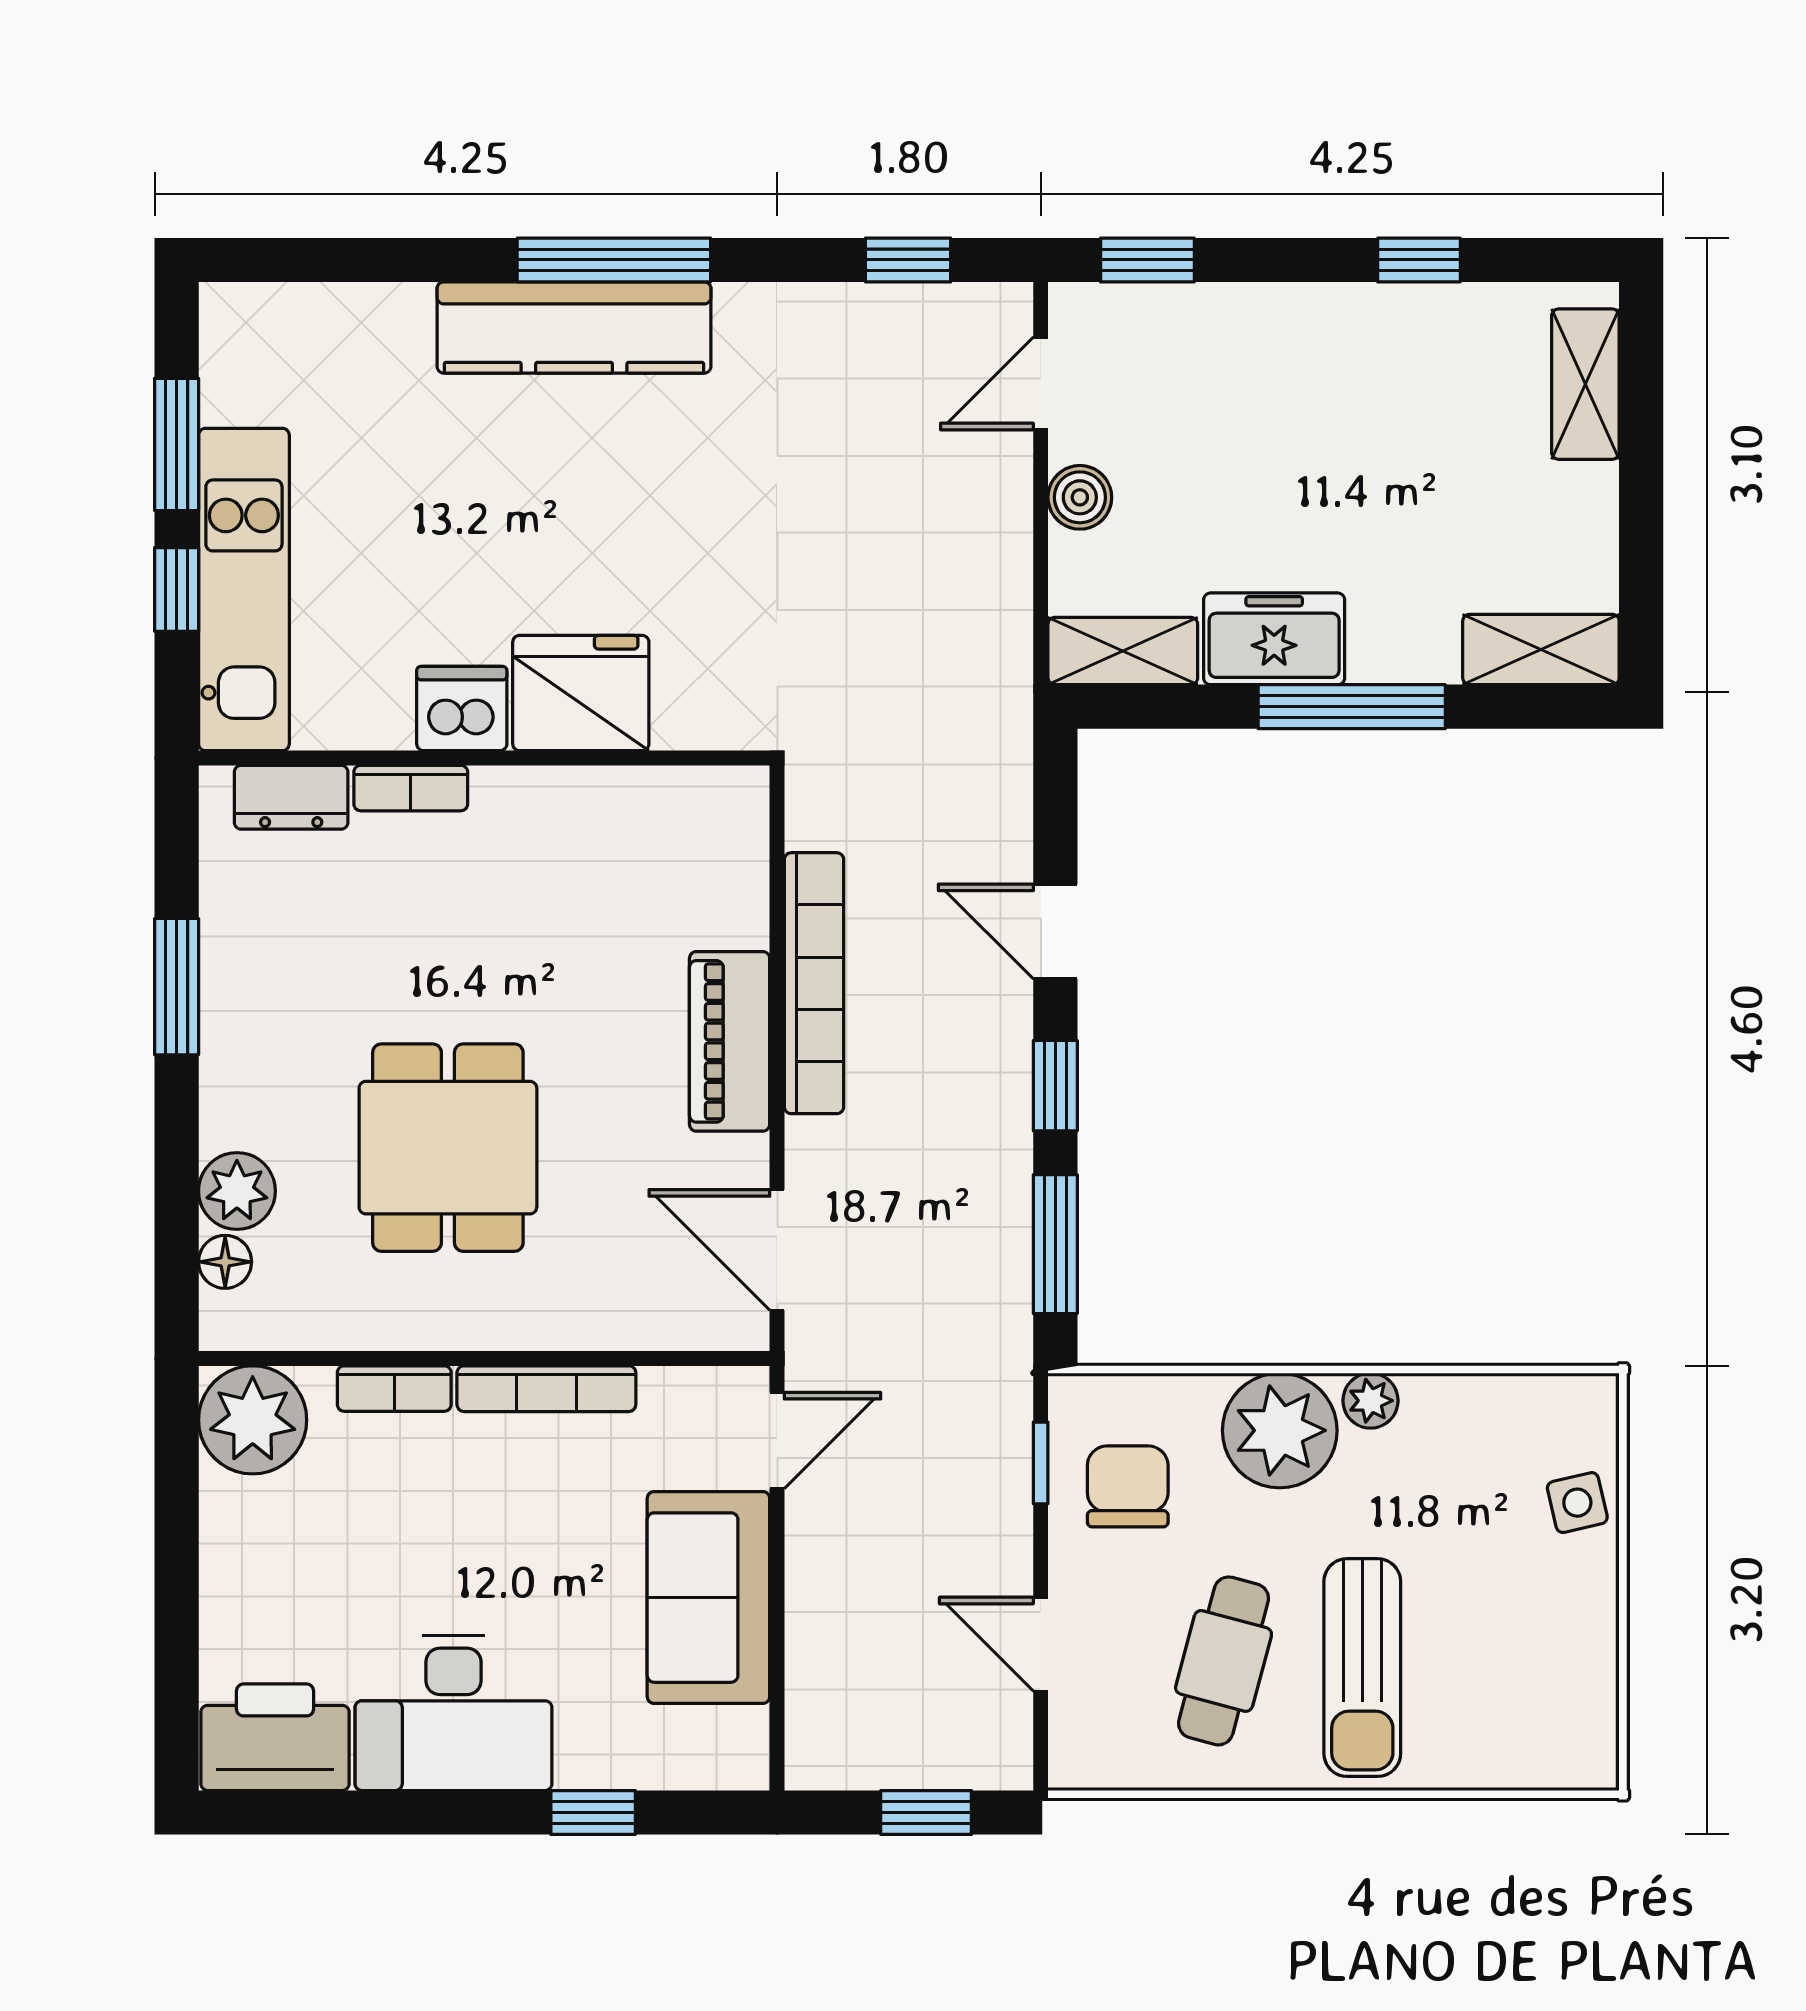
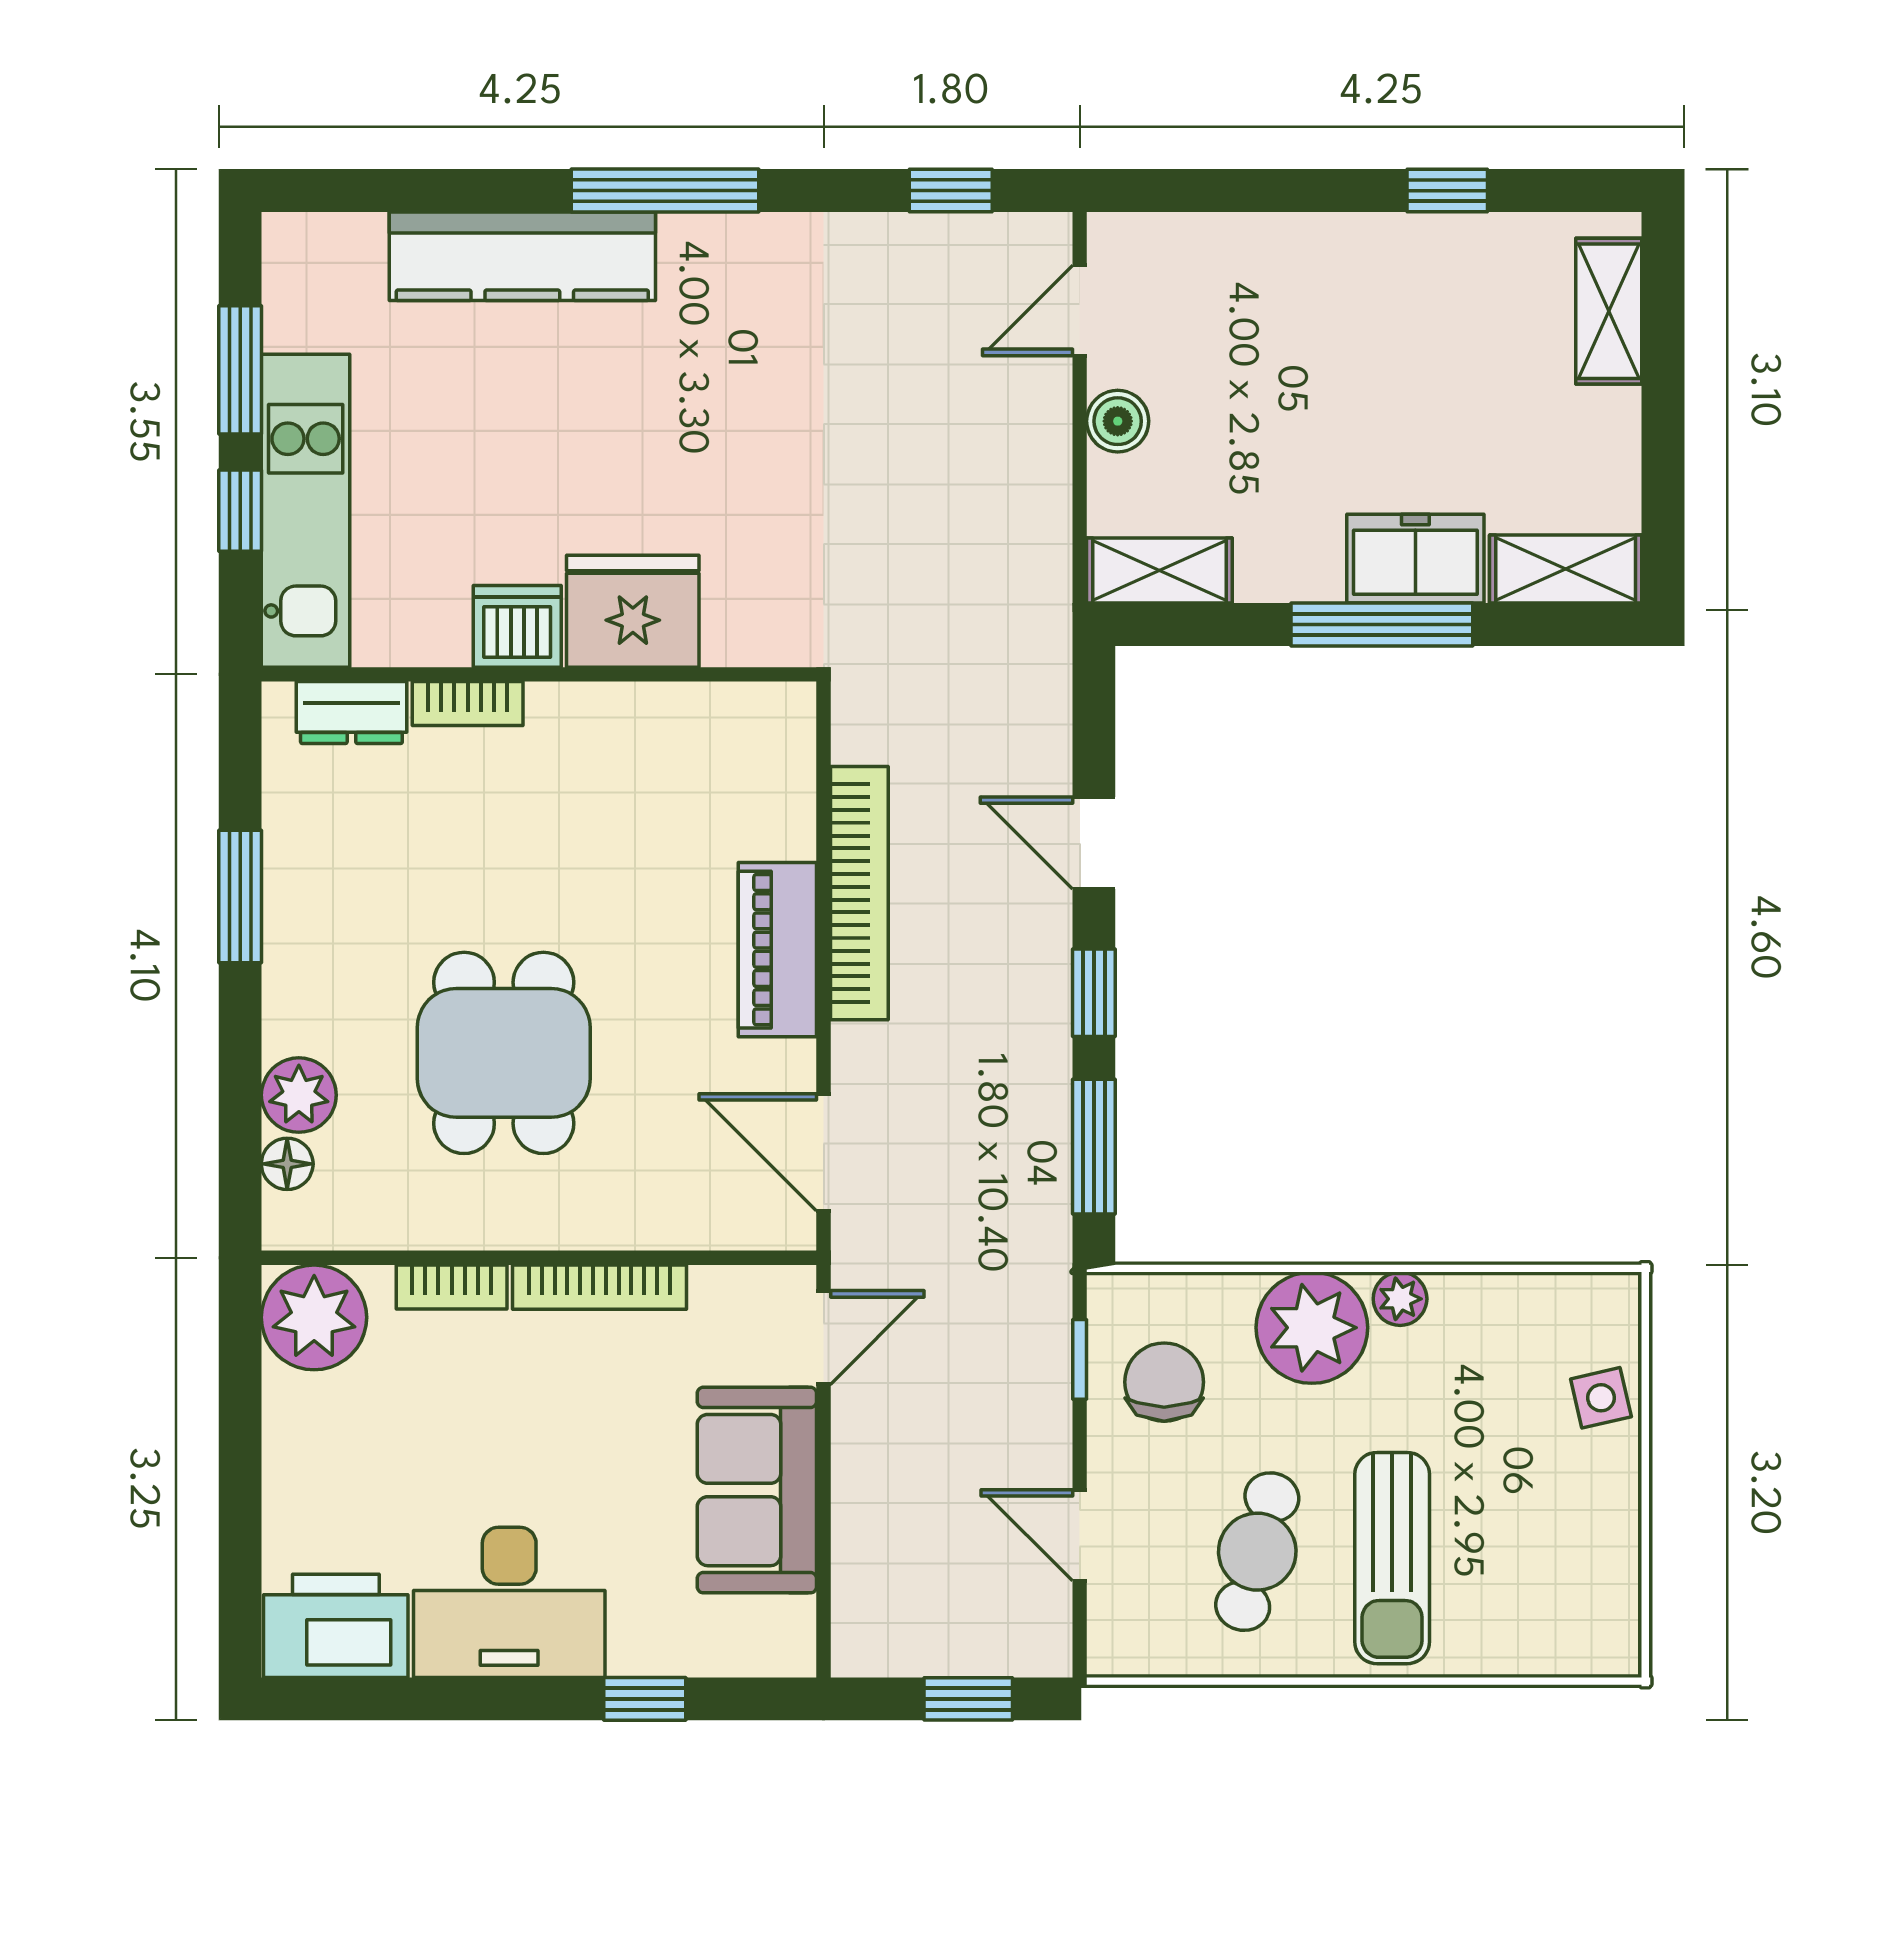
window: (1147, 260) -> (1183, 191), removed
kitchen counter: (574, 328) -> (522, 256), moved
freezer: (1274, 639) -> (1415, 559), moved

